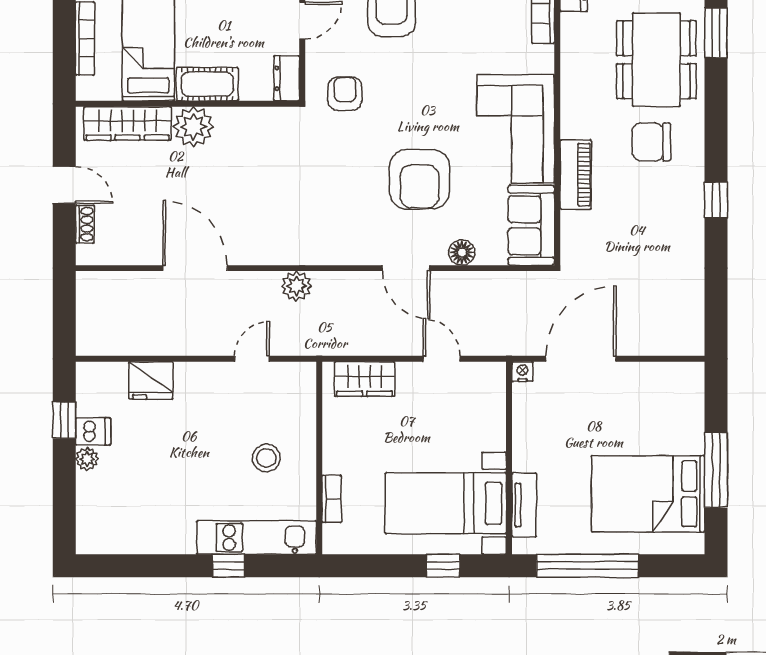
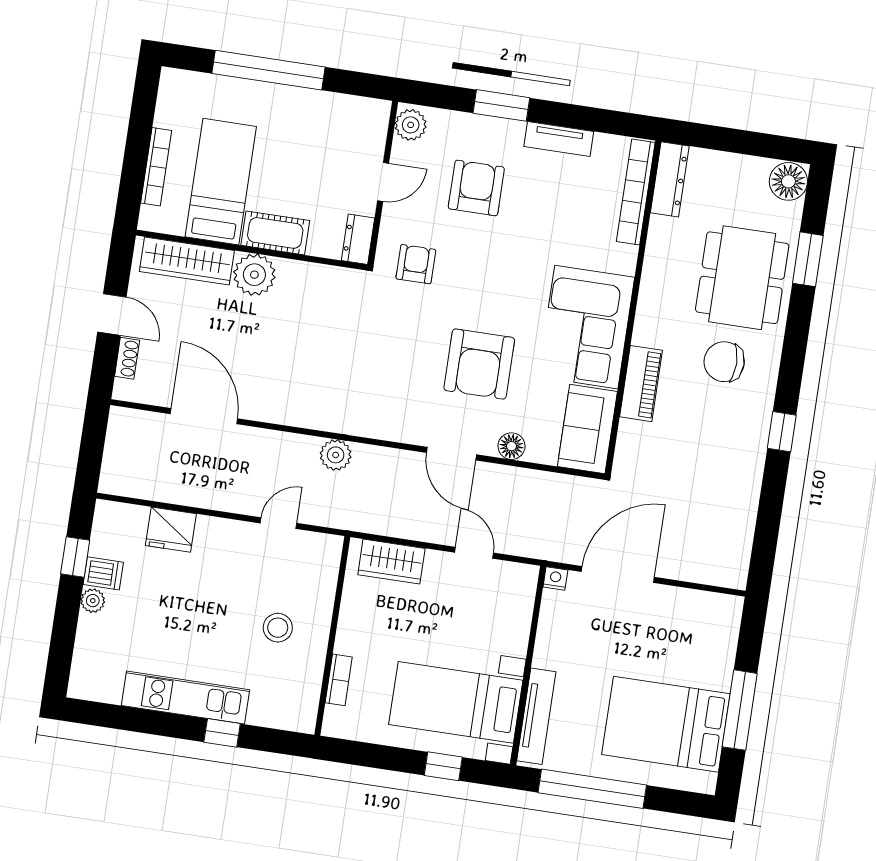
door: (195, 268) -> (204, 416), moved
tv unit: (524, 505) -> (536, 716), width x1.41
kitchen unit: (257, 538) -> (185, 698), moved

